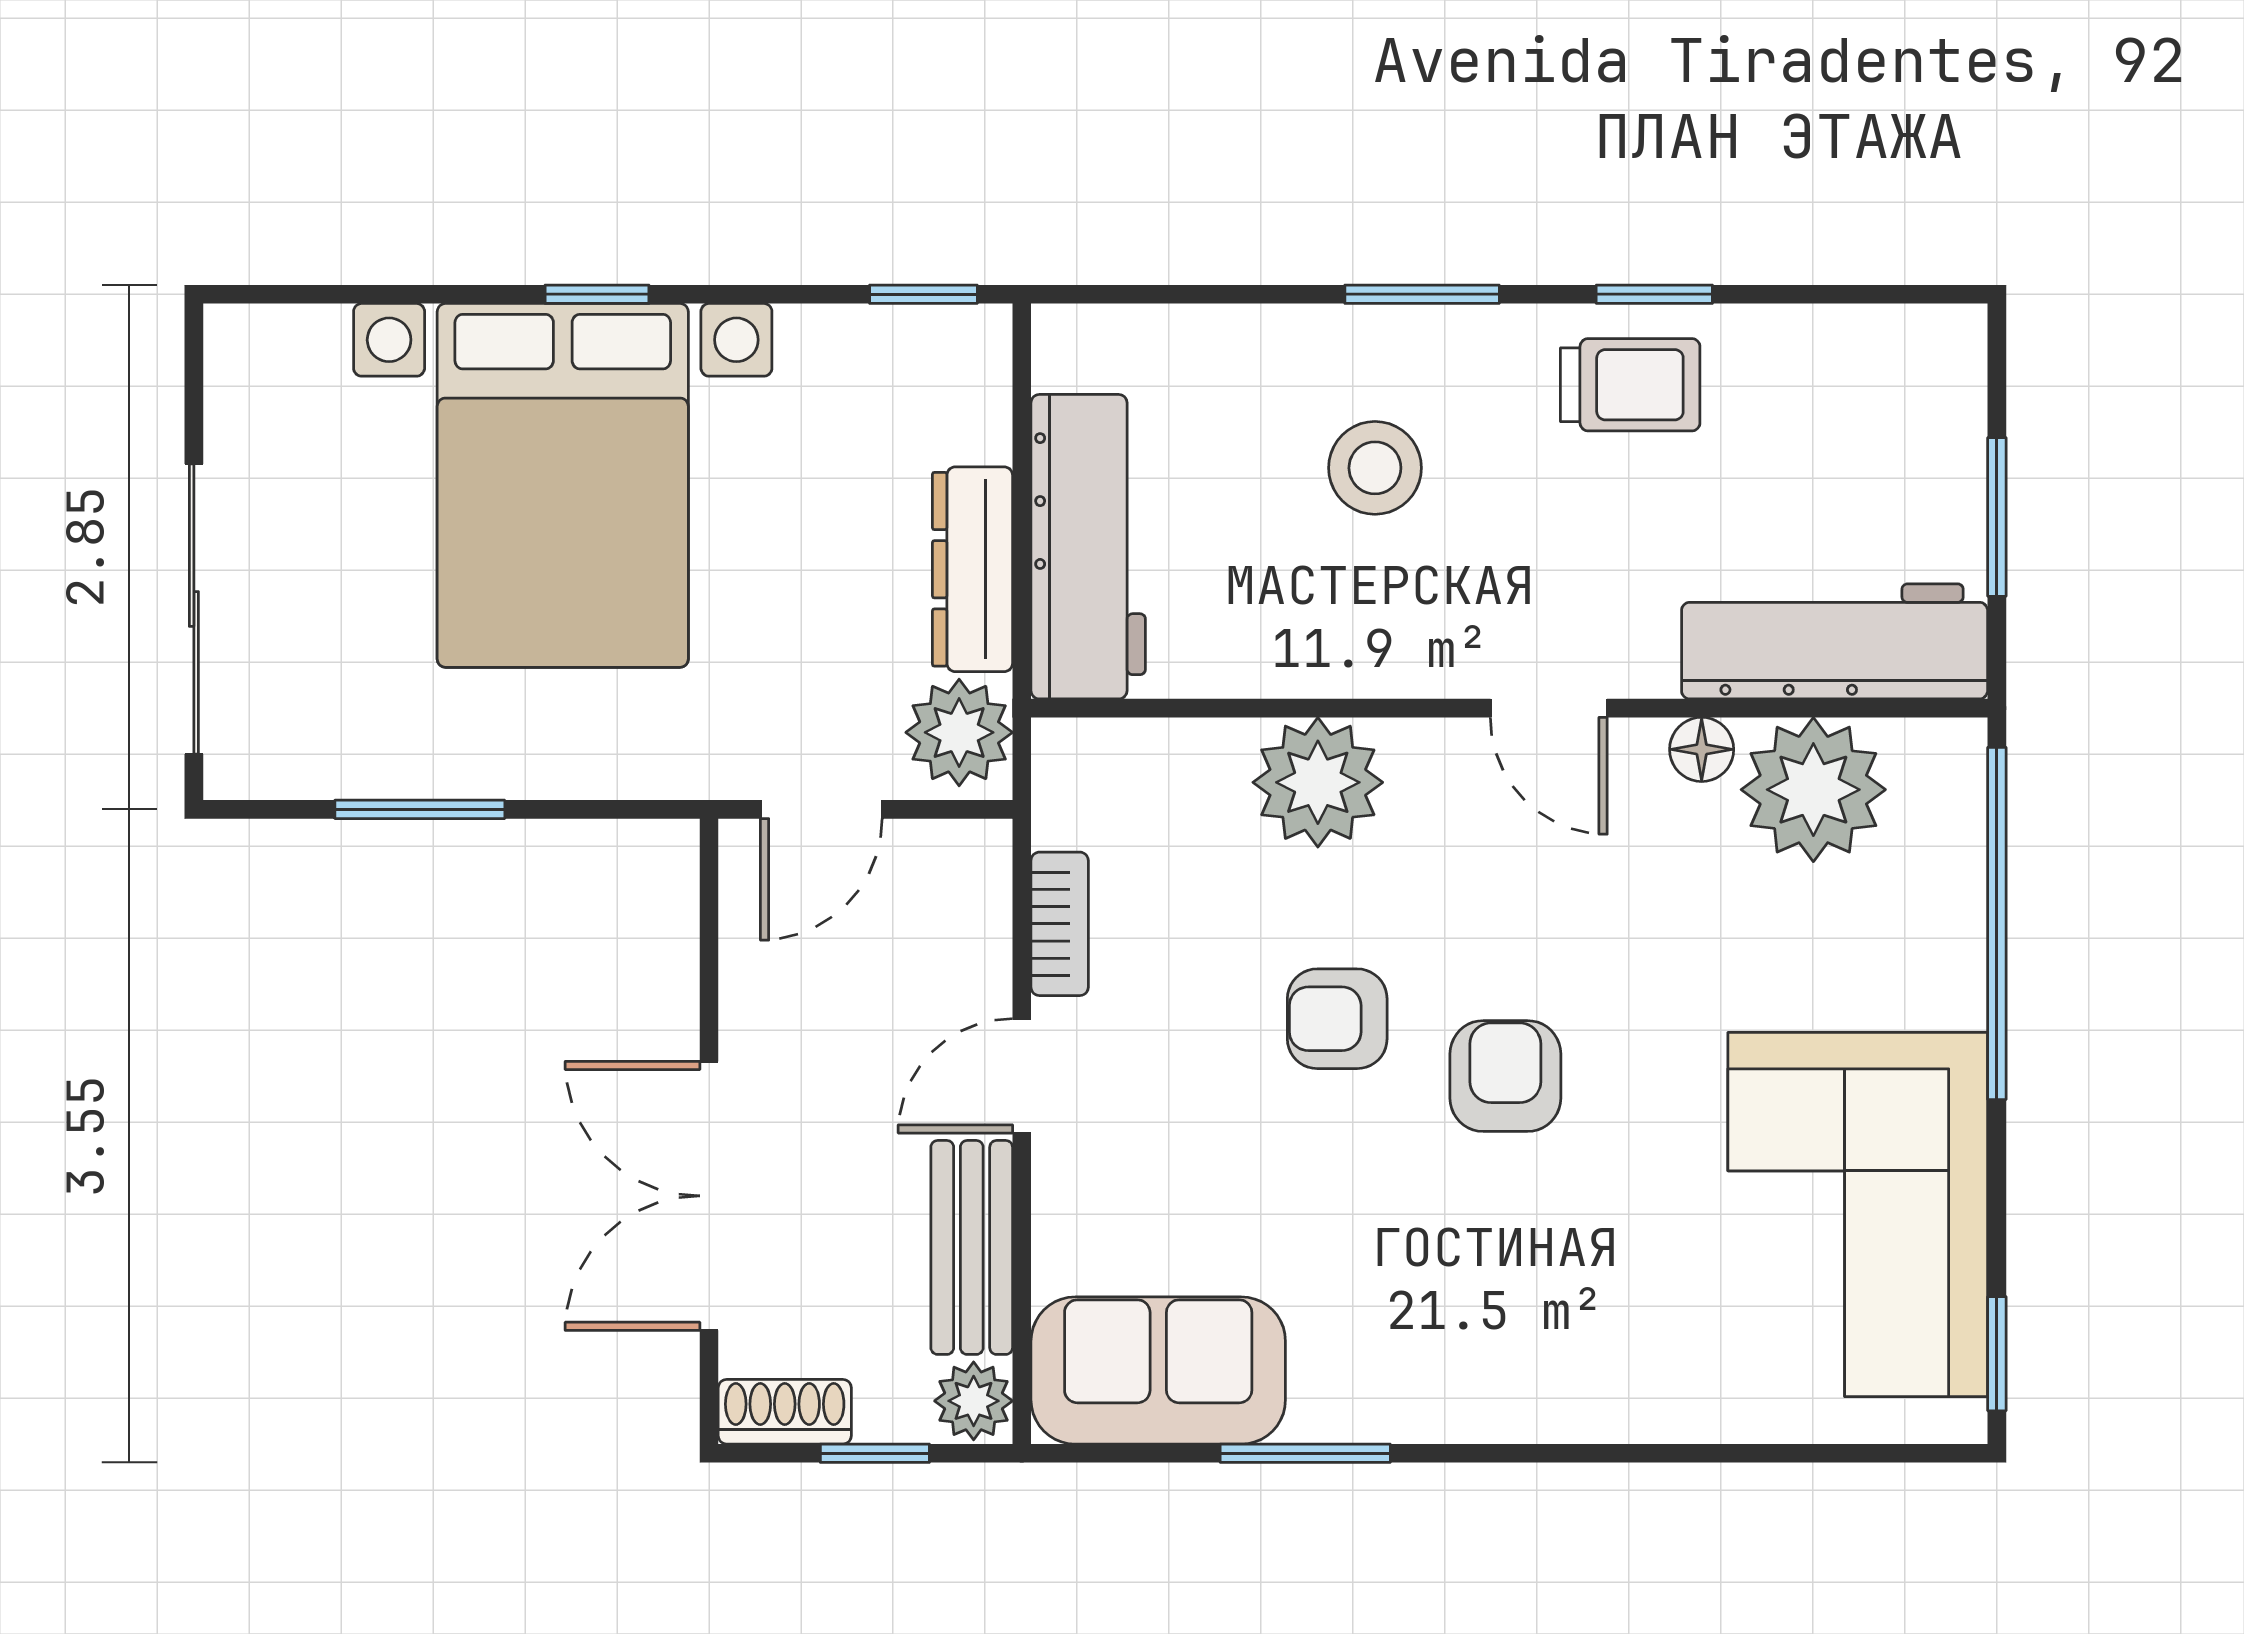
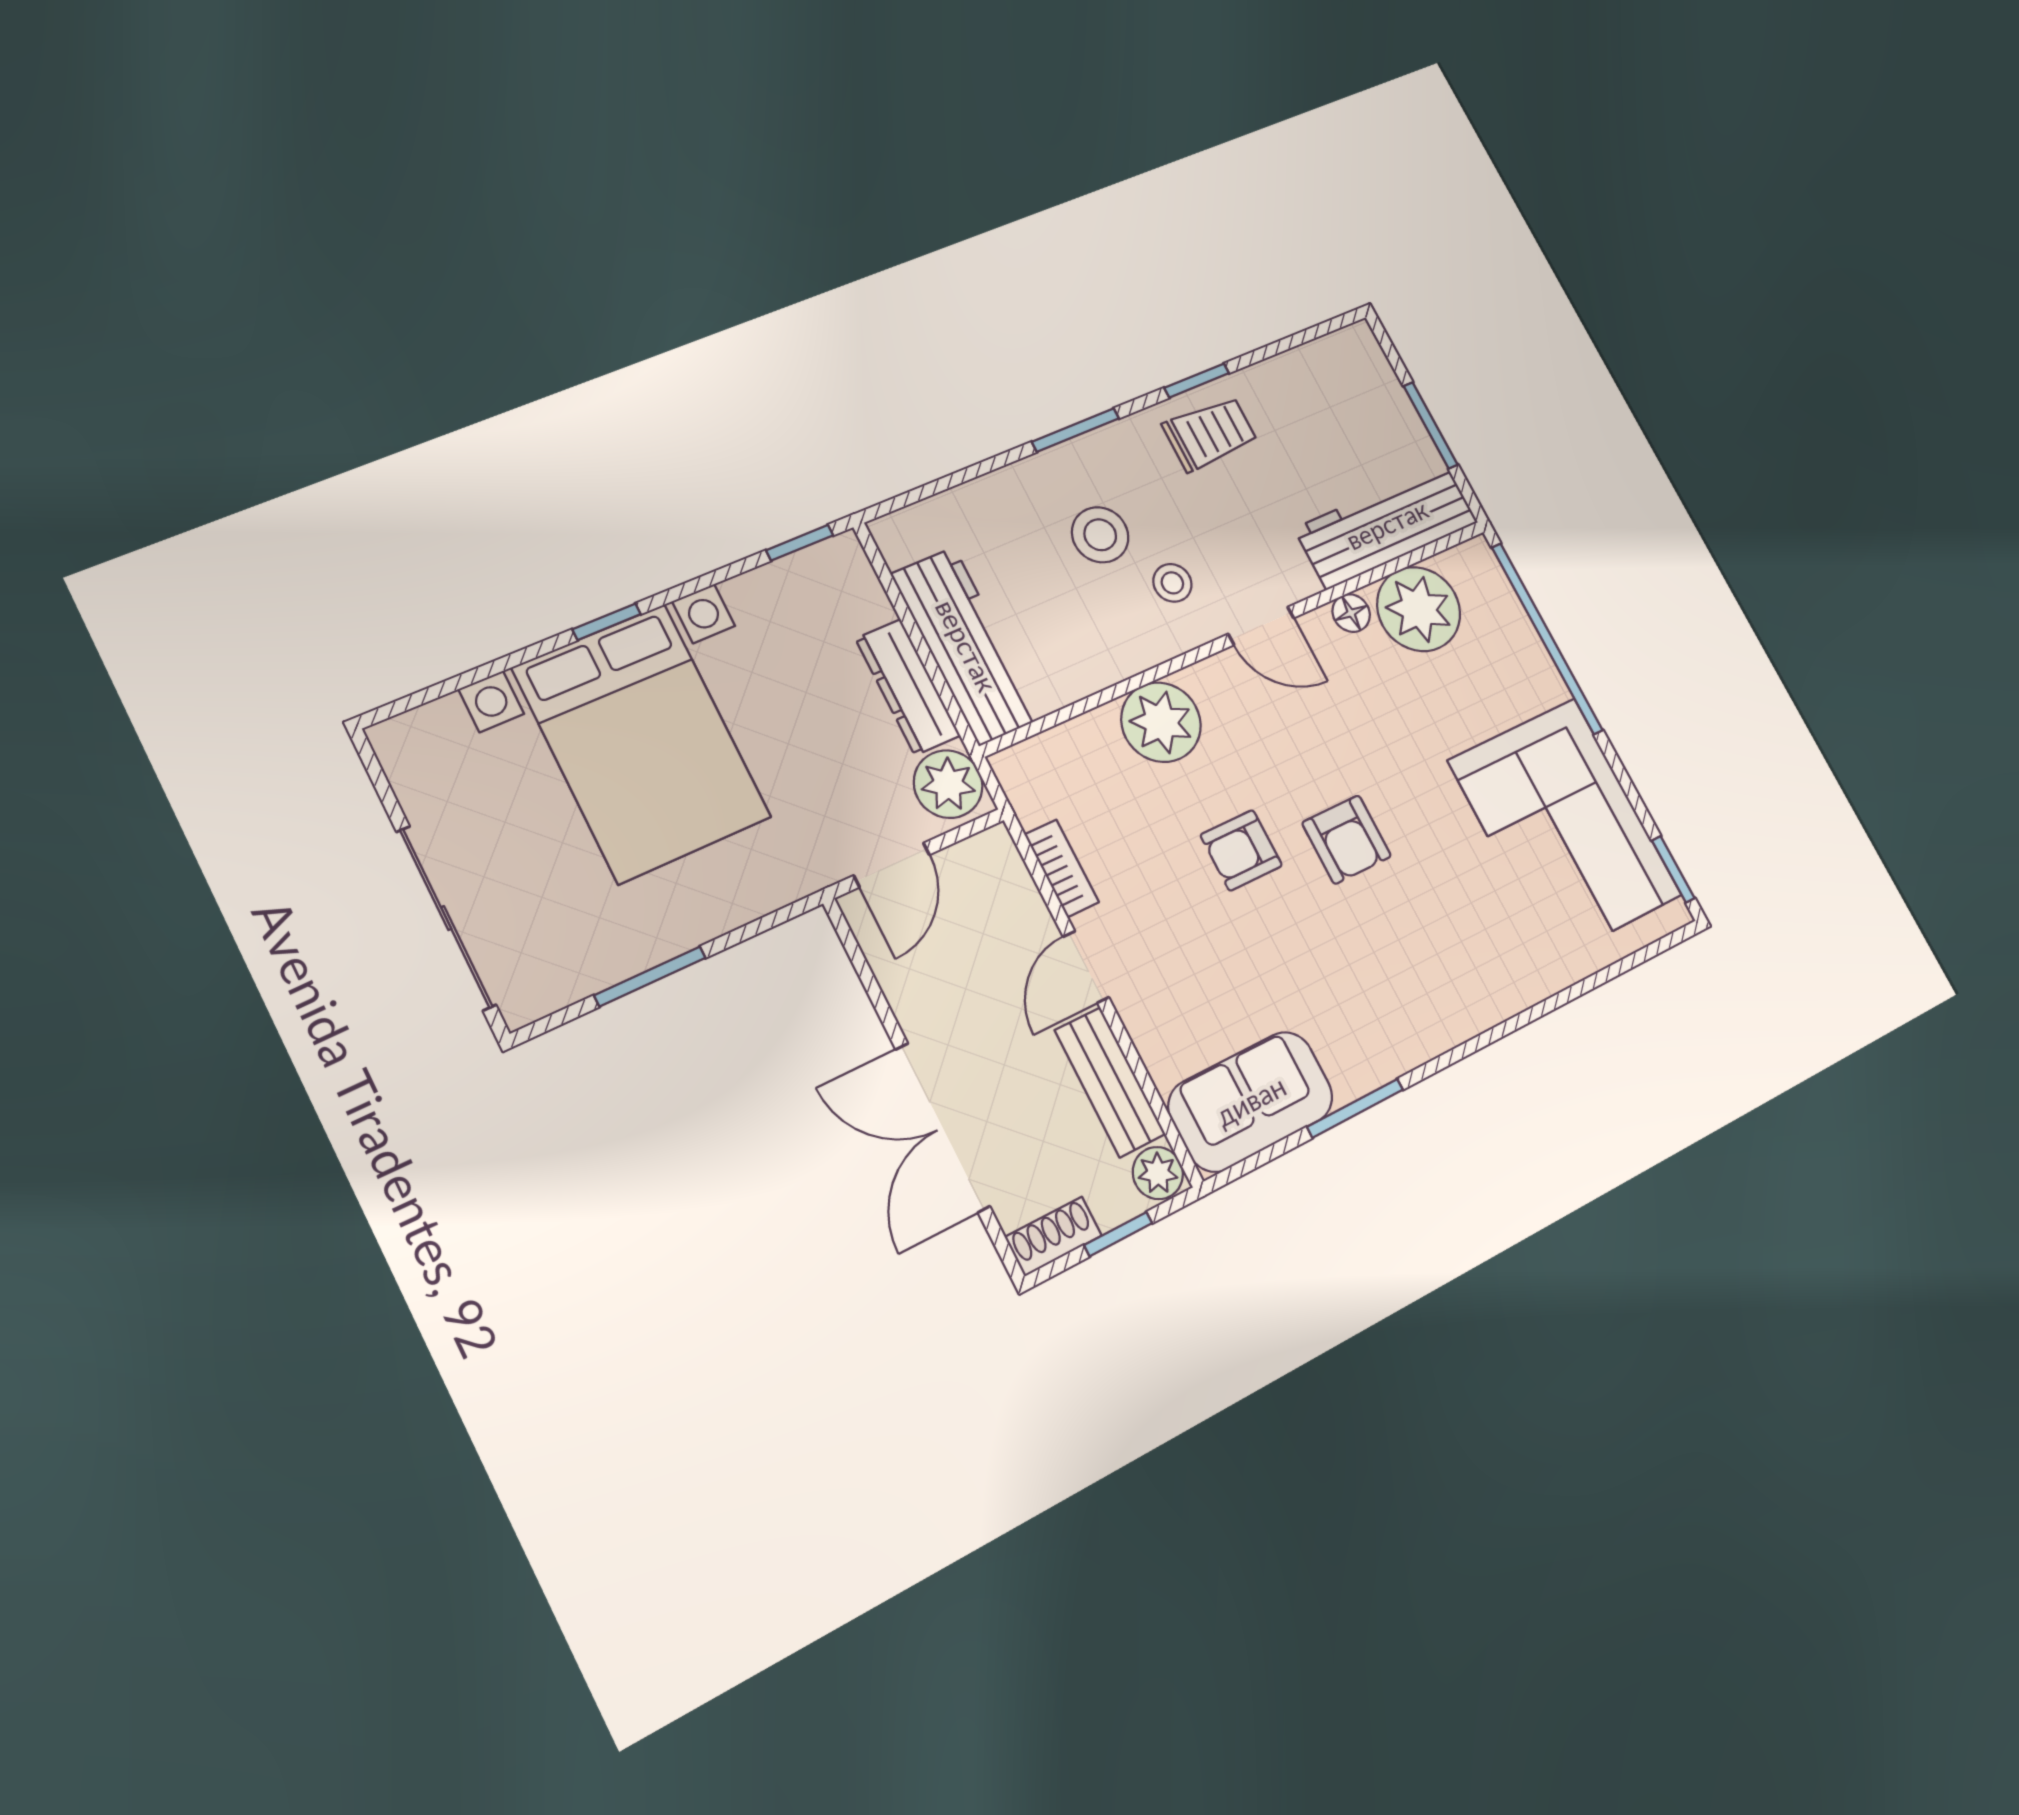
stool: (1447, 586) -> (1172, 583), added
armchair: (1505, 1076) -> (1347, 840), turned 180

